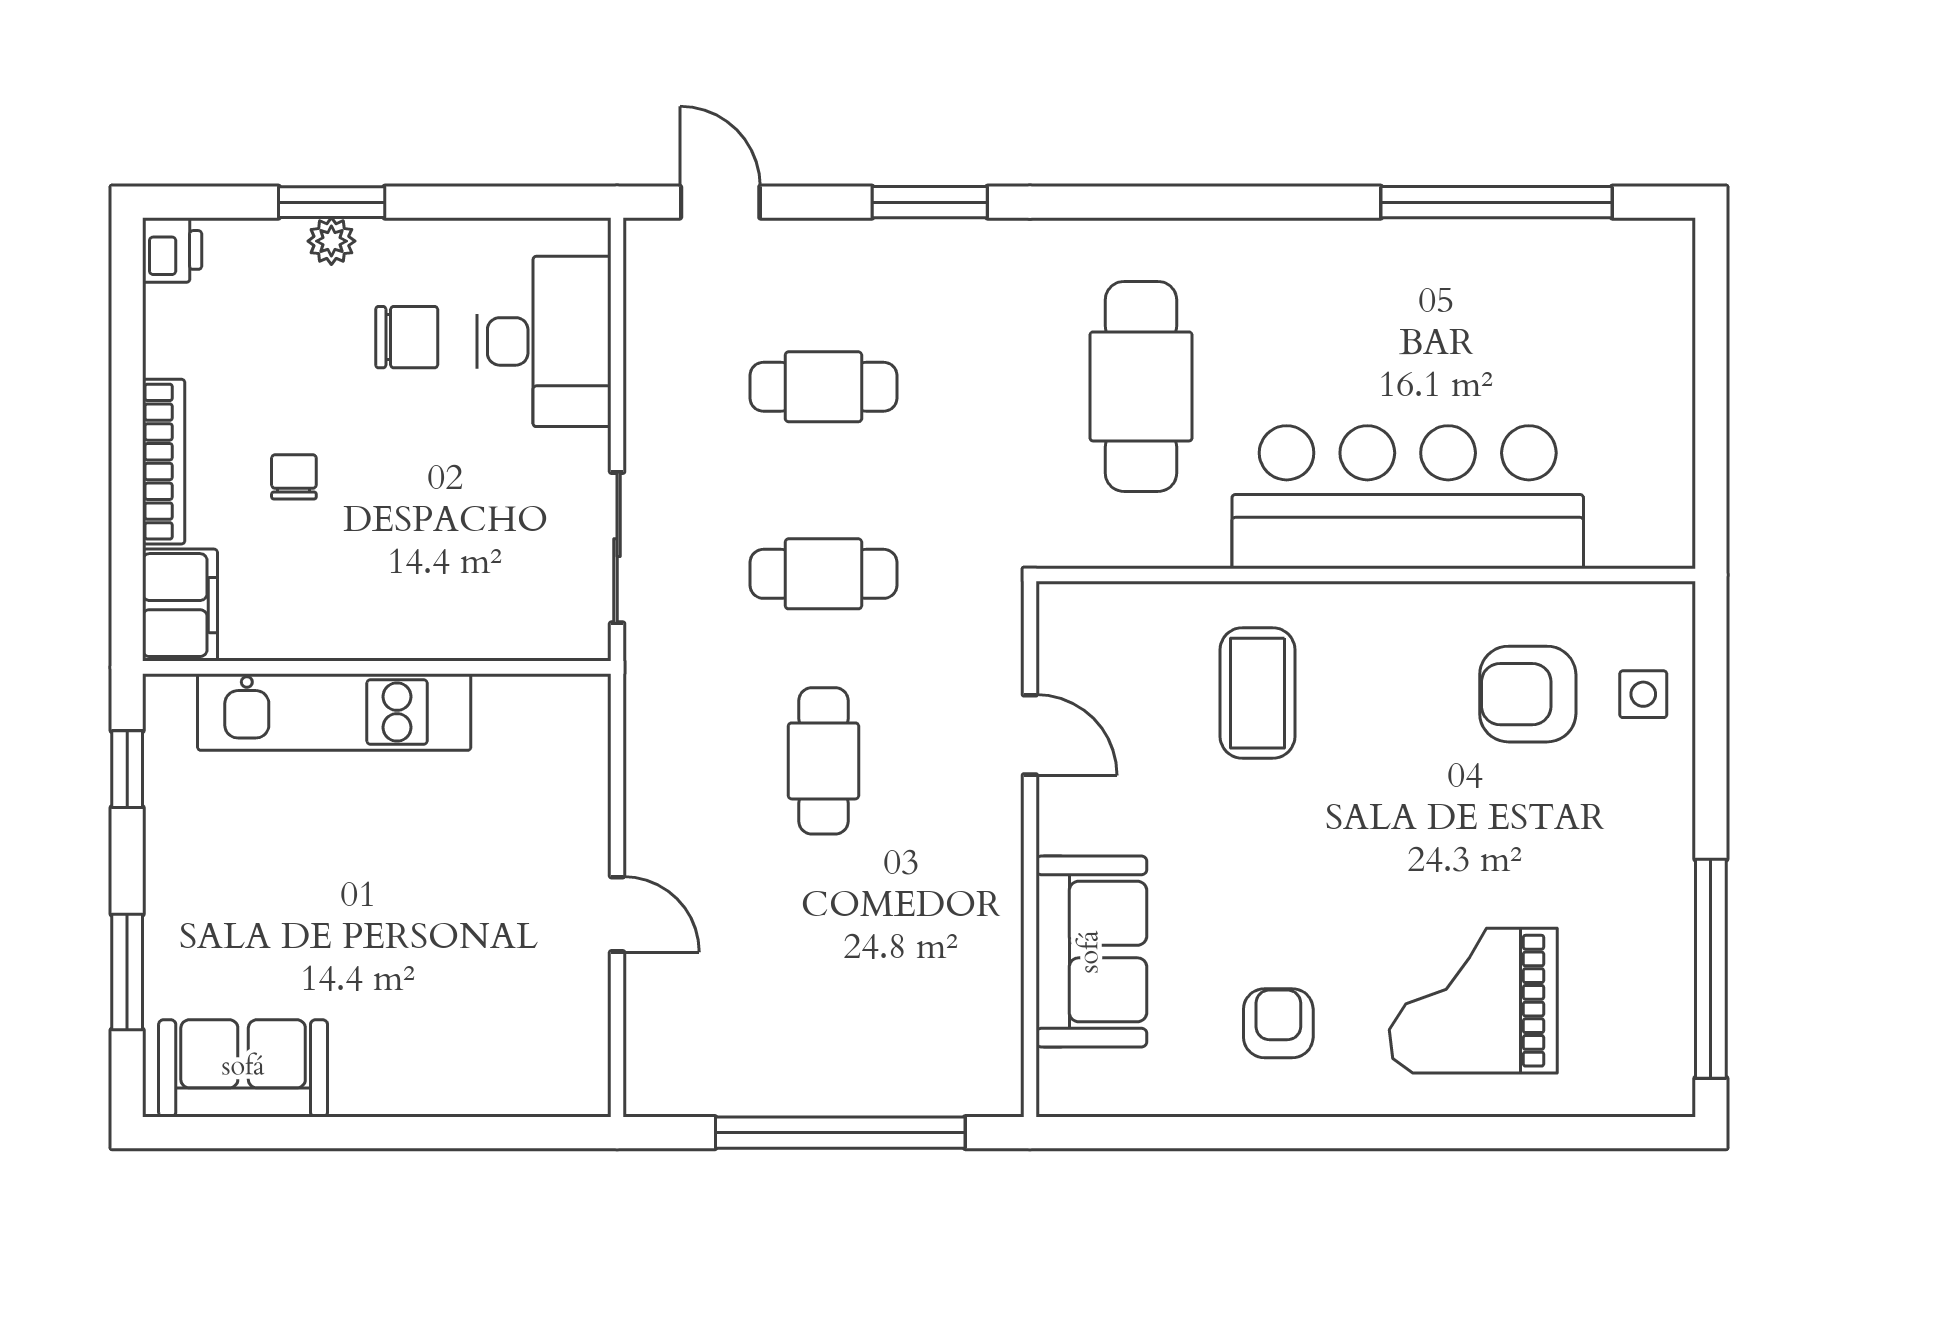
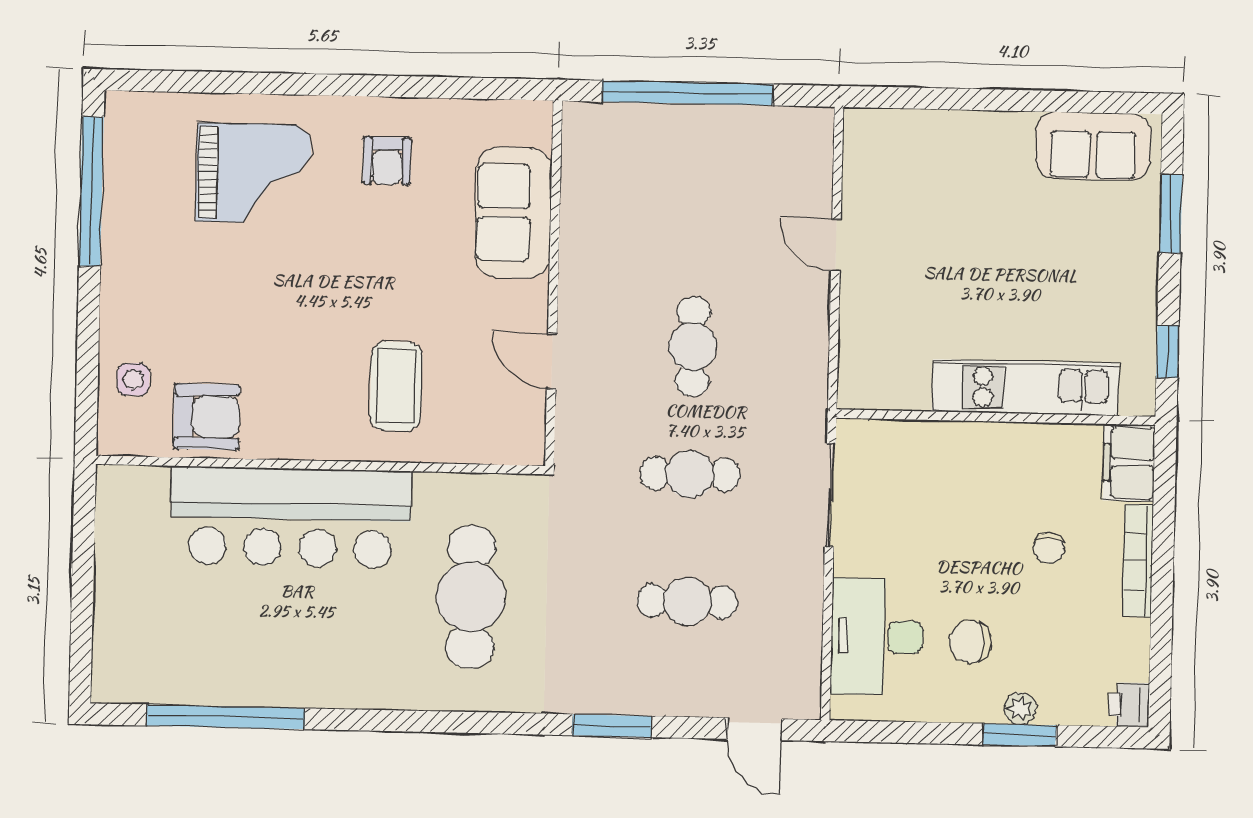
armchair: (1528, 694) -> (207, 417), moved

